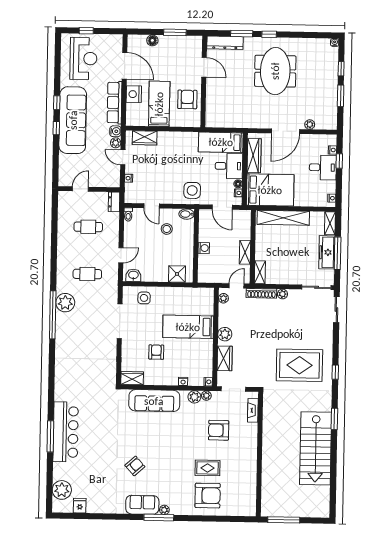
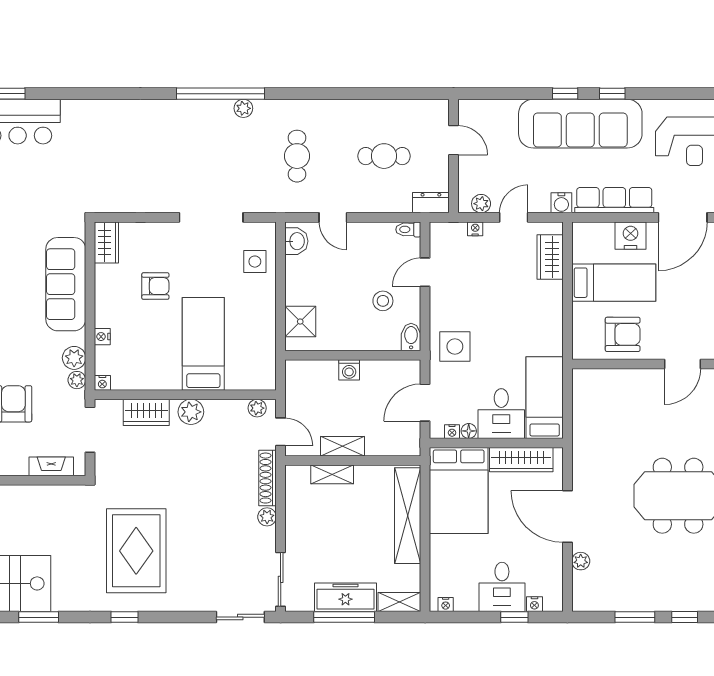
plant: (116, 143) -> (481, 204), moved
cafe table: (88, 227) -> (384, 156), turned 90
shelving: (260, 272) -> (332, 474), moved
plant: (65, 303) -> (243, 108), width x0.53, depth x0.53

